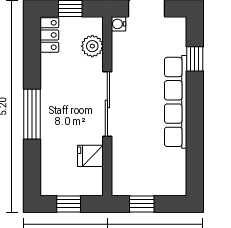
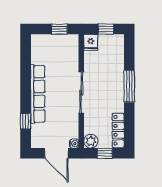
locker: (49, 35) -> (118, 130), width x1.53
plant: (92, 46) -> (91, 141), moved
fridge: (90, 156) -> (91, 42), moved, turned 90

